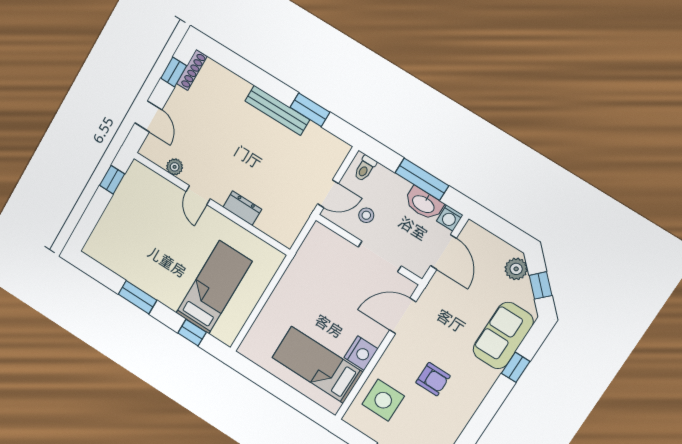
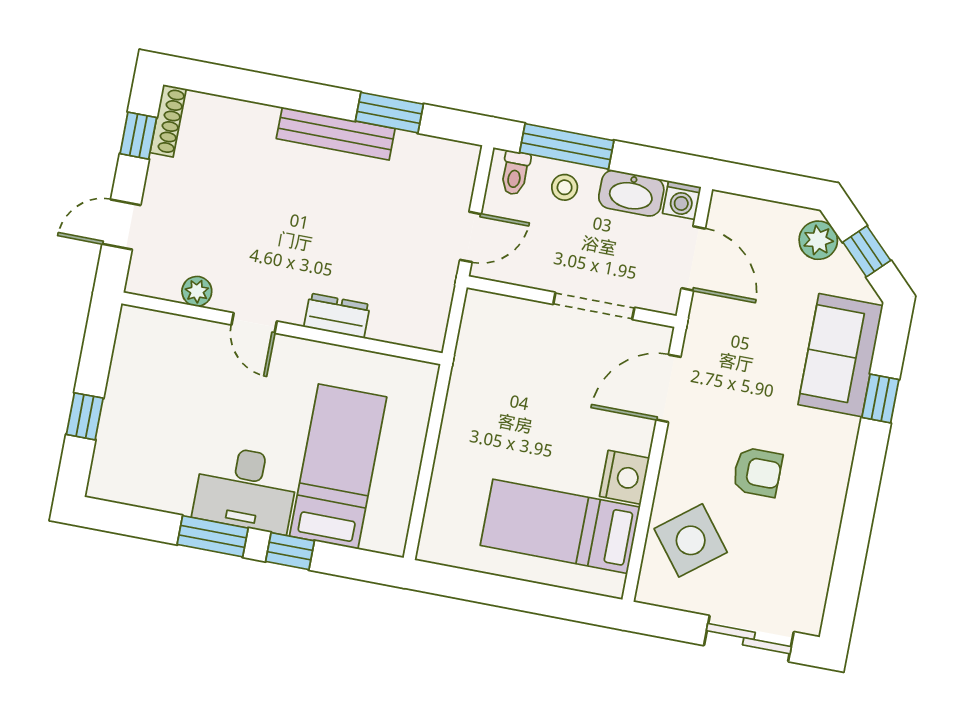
door: (148, 116) -> (121, 224), swing flipped
window: (422, 179) -> (567, 146), moved
window: (112, 180) -> (85, 416), moved
stool: (366, 215) -> (565, 187), moved
desk: (163, 280) -> (246, 489), added
window: (192, 333) -> (290, 551), moved
side table: (383, 400) -> (691, 540), turned -38

